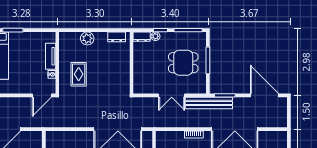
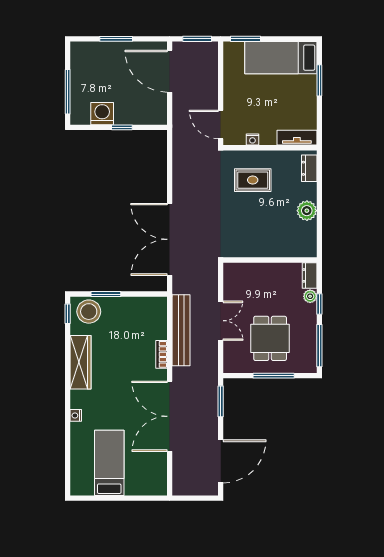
dresser: (117, 37) -> (309, 168), moved
plant: (87, 38) -> (307, 211), moved
tv unit: (51, 56) -> (297, 138), moved
double door: (172, 95) -> (221, 321), swing flipped
bench: (209, 103) -> (181, 330), moved

